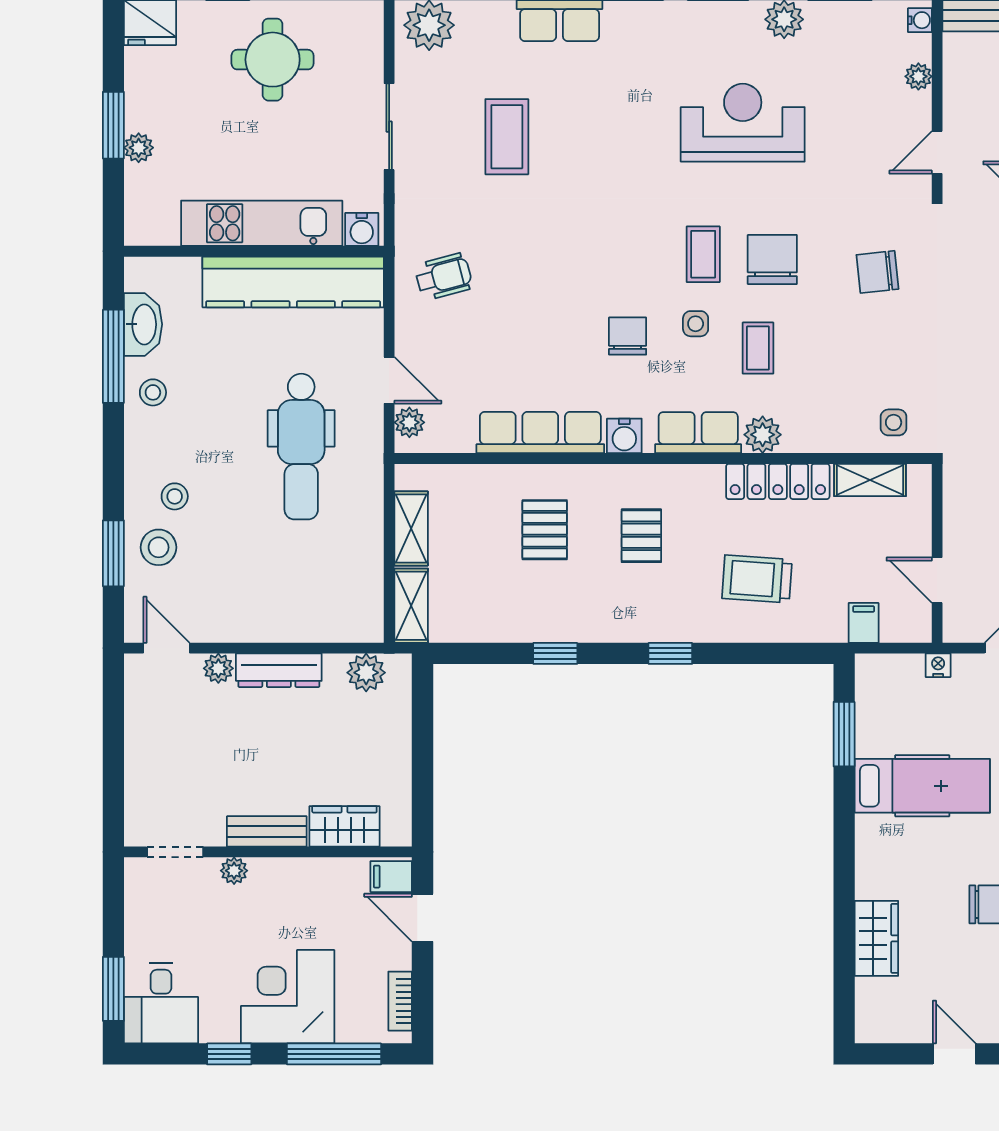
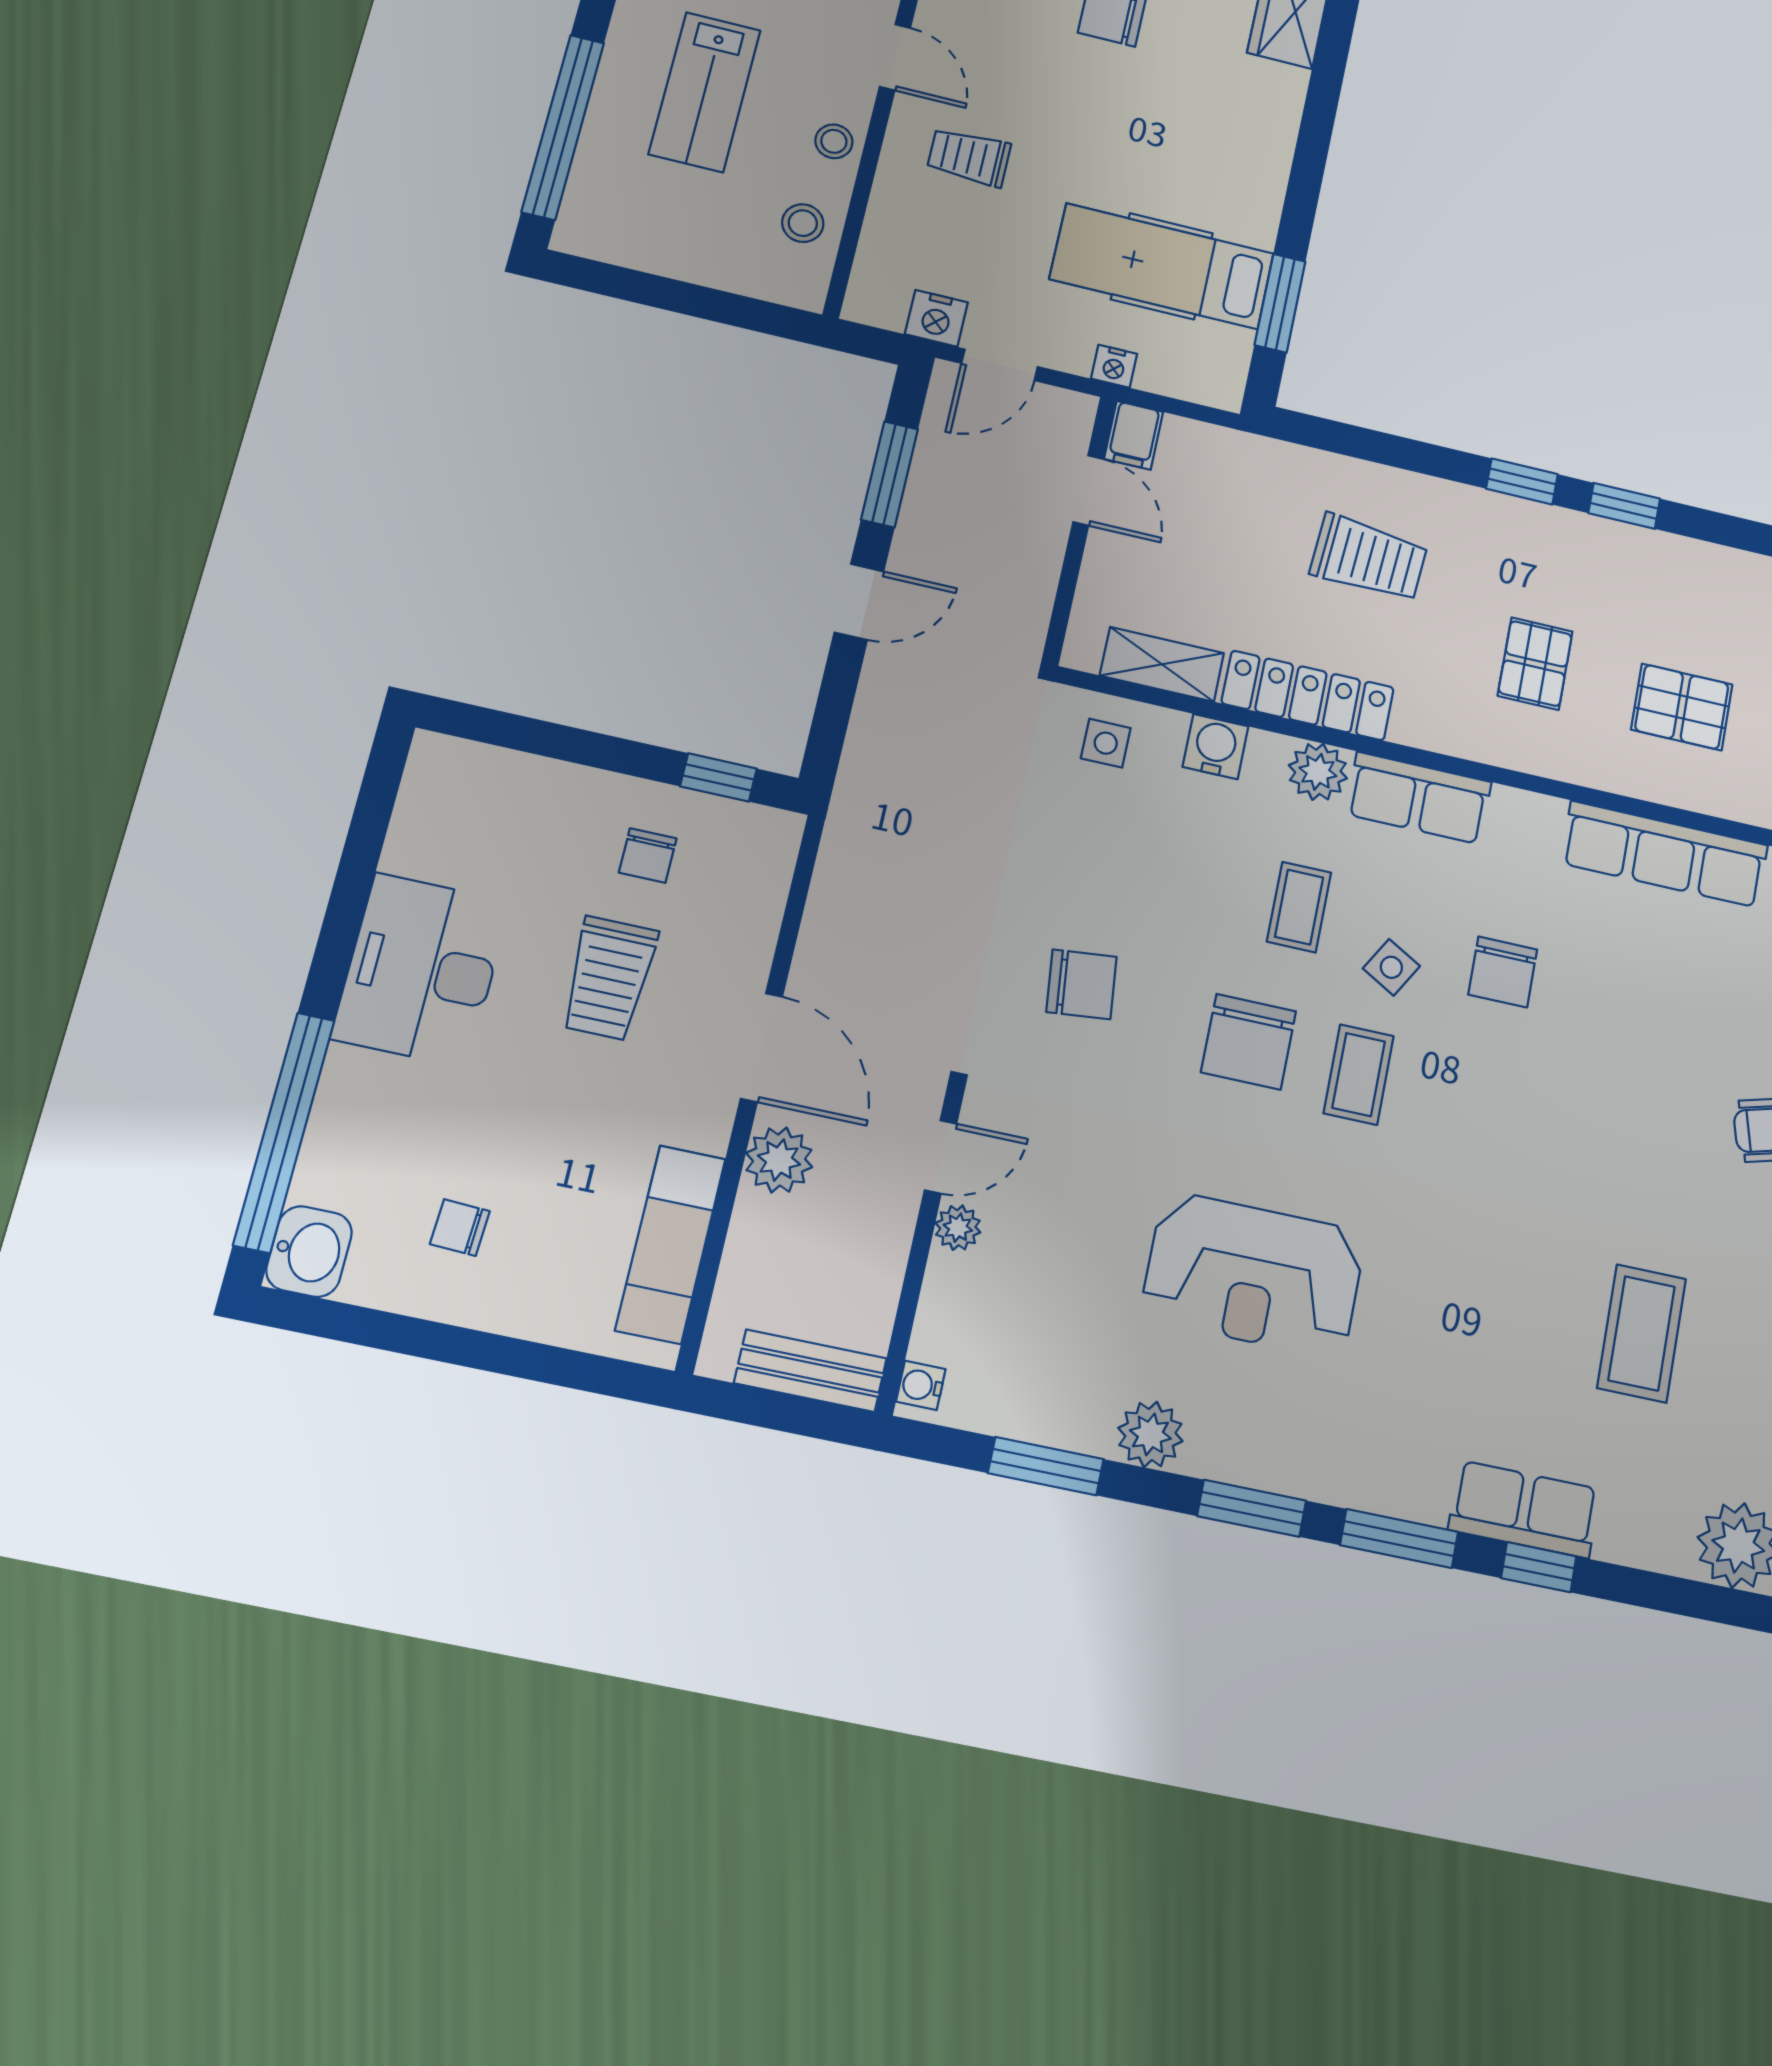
plant: (918, 76) -> (958, 1228), moved
side table: (696, 324) -> (1391, 967), turned 30
water cooler: (624, 436) -> (1215, 747), moved
pallet: (545, 530) -> (1682, 707), turned 90
filing cabinet: (864, 623) -> (1134, 435), moved
window: (555, 653) -> (1624, 506), moved
hospital bed: (922, 786) -> (1162, 266), moved

